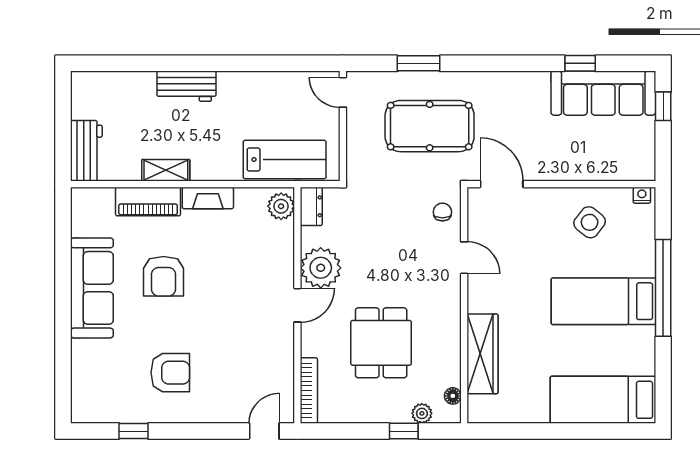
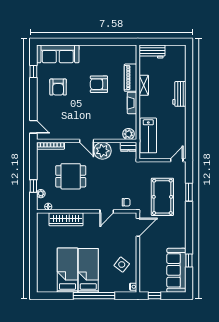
window: (663, 106) -> (154, 296), moved
sofa: (92, 288) -> (58, 54), moved
bed: (603, 400) -> (68, 270), moved

